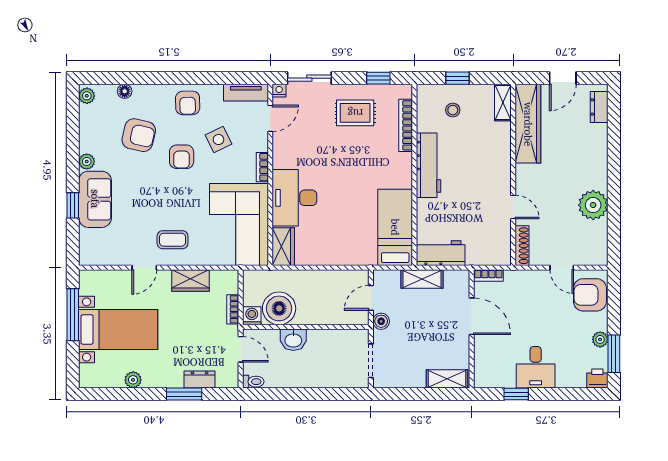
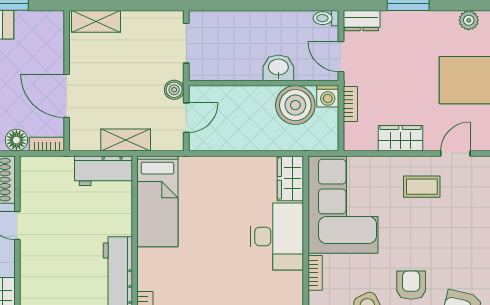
floor lamp: (514, 279) -> (16, 140), added
dresser: (200, 379) -> (362, 21), moved

